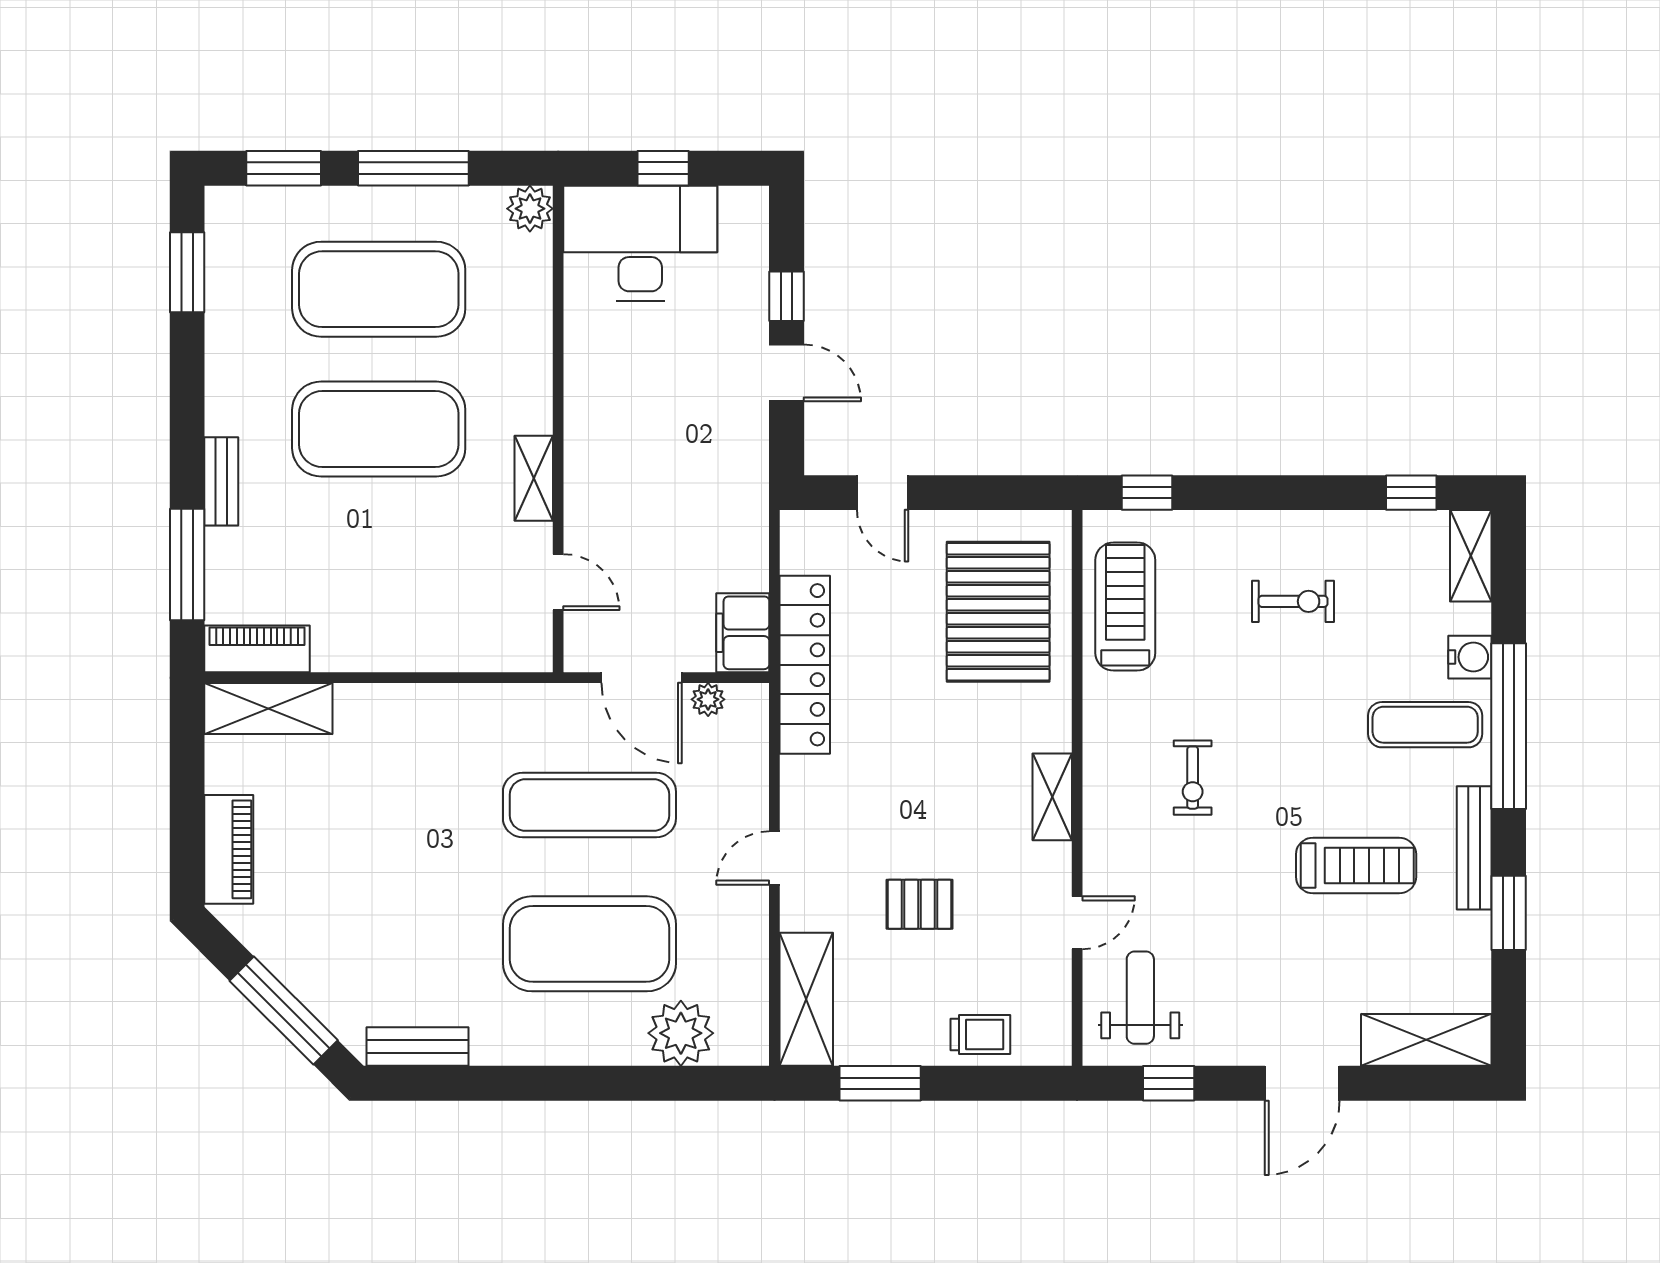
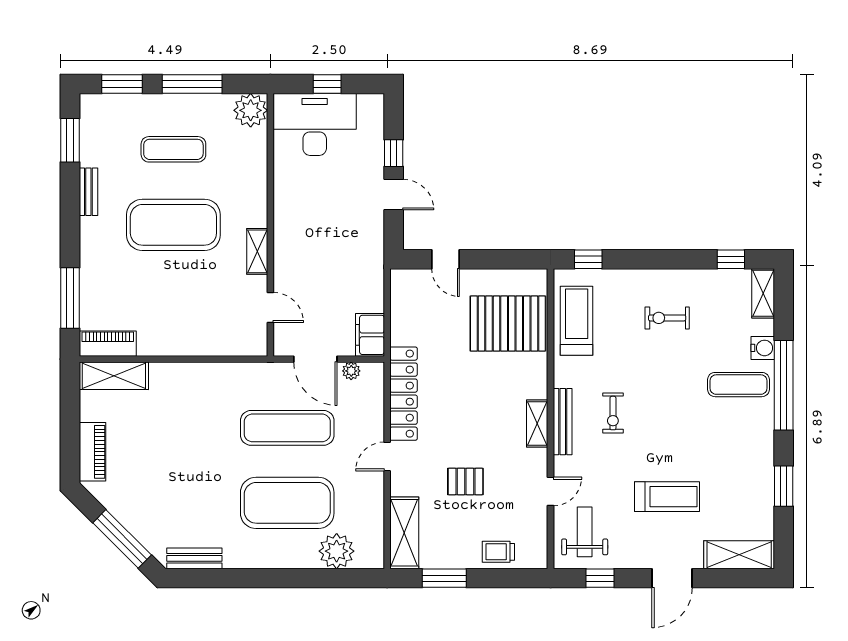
plant: (530, 209) -> (251, 110), width x1.36, depth x1.36
exercise mat: (379, 289) -> (173, 149), width x0.50, depth x0.69
bench: (221, 481) -> (88, 192), moved
exercise bike: (1293, 601) -> (667, 318), turned 180
pallet: (998, 612) -> (508, 324), turned 90
locker: (805, 665) -> (403, 394), moved
bench: (1474, 848) -> (563, 422), moved
treadmill: (1356, 866) -> (667, 497), moved
trolley: (980, 1035) -> (498, 552), turned 180

